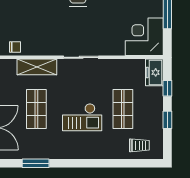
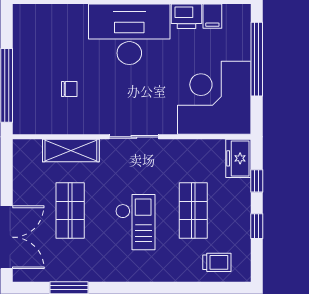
corner desk: (144, 37) -> (214, 98), width x1.36, depth x1.36
chair: (15, 47) -> (69, 89), moved
checkout: (82, 117) -> (135, 222), turned -90

